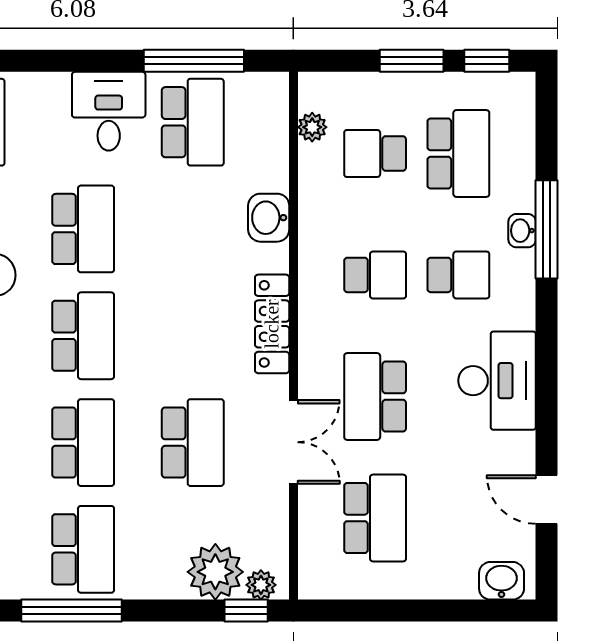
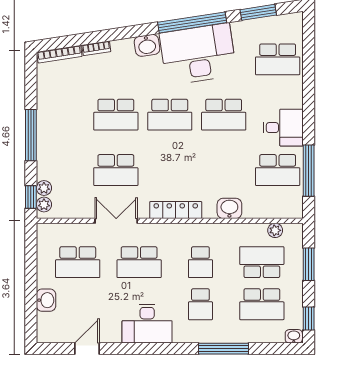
window: (412, 61) -> (309, 264), moved
school desk: (375, 153) -> (262, 262), width x1.85
washbasin: (522, 231) -> (294, 336), moved
school desk: (375, 396) -> (139, 262), turned 180
double door: (293, 442) -> (116, 221), swing flipped
school desk: (83, 549) -> (62, 115), removed
plant: (215, 572) -> (44, 188), width x0.53, depth x0.53
washbasin: (502, 581) -> (46, 300), moved
window: (72, 611) -> (31, 135), moved

